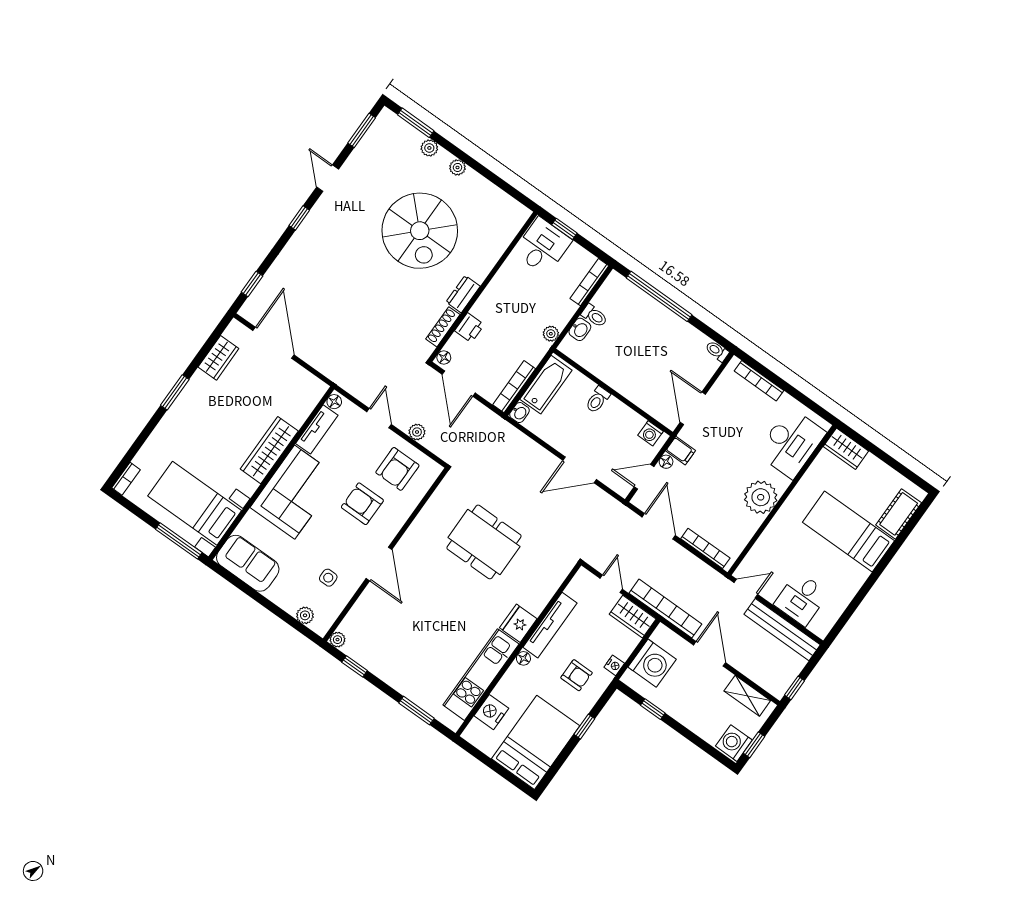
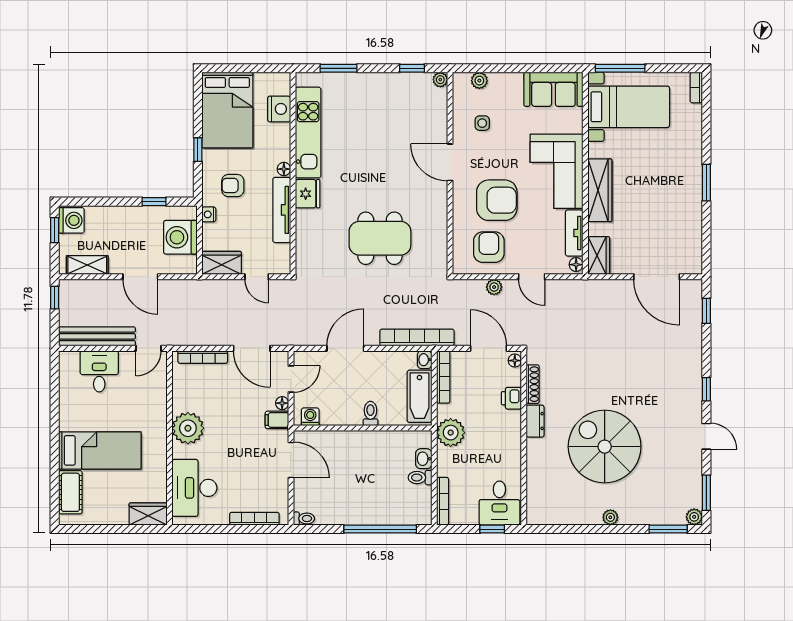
plant: (429, 148) -> (694, 517), moved
plant: (551, 334) -> (451, 433), width x1.88, depth x1.88
wardrobe: (218, 358) -> (599, 256), moved, turned 180
armchair: (362, 504) -> (497, 200), width x1.36, depth x1.36
bookcase: (665, 609) -> (417, 338), moved, turned 180

